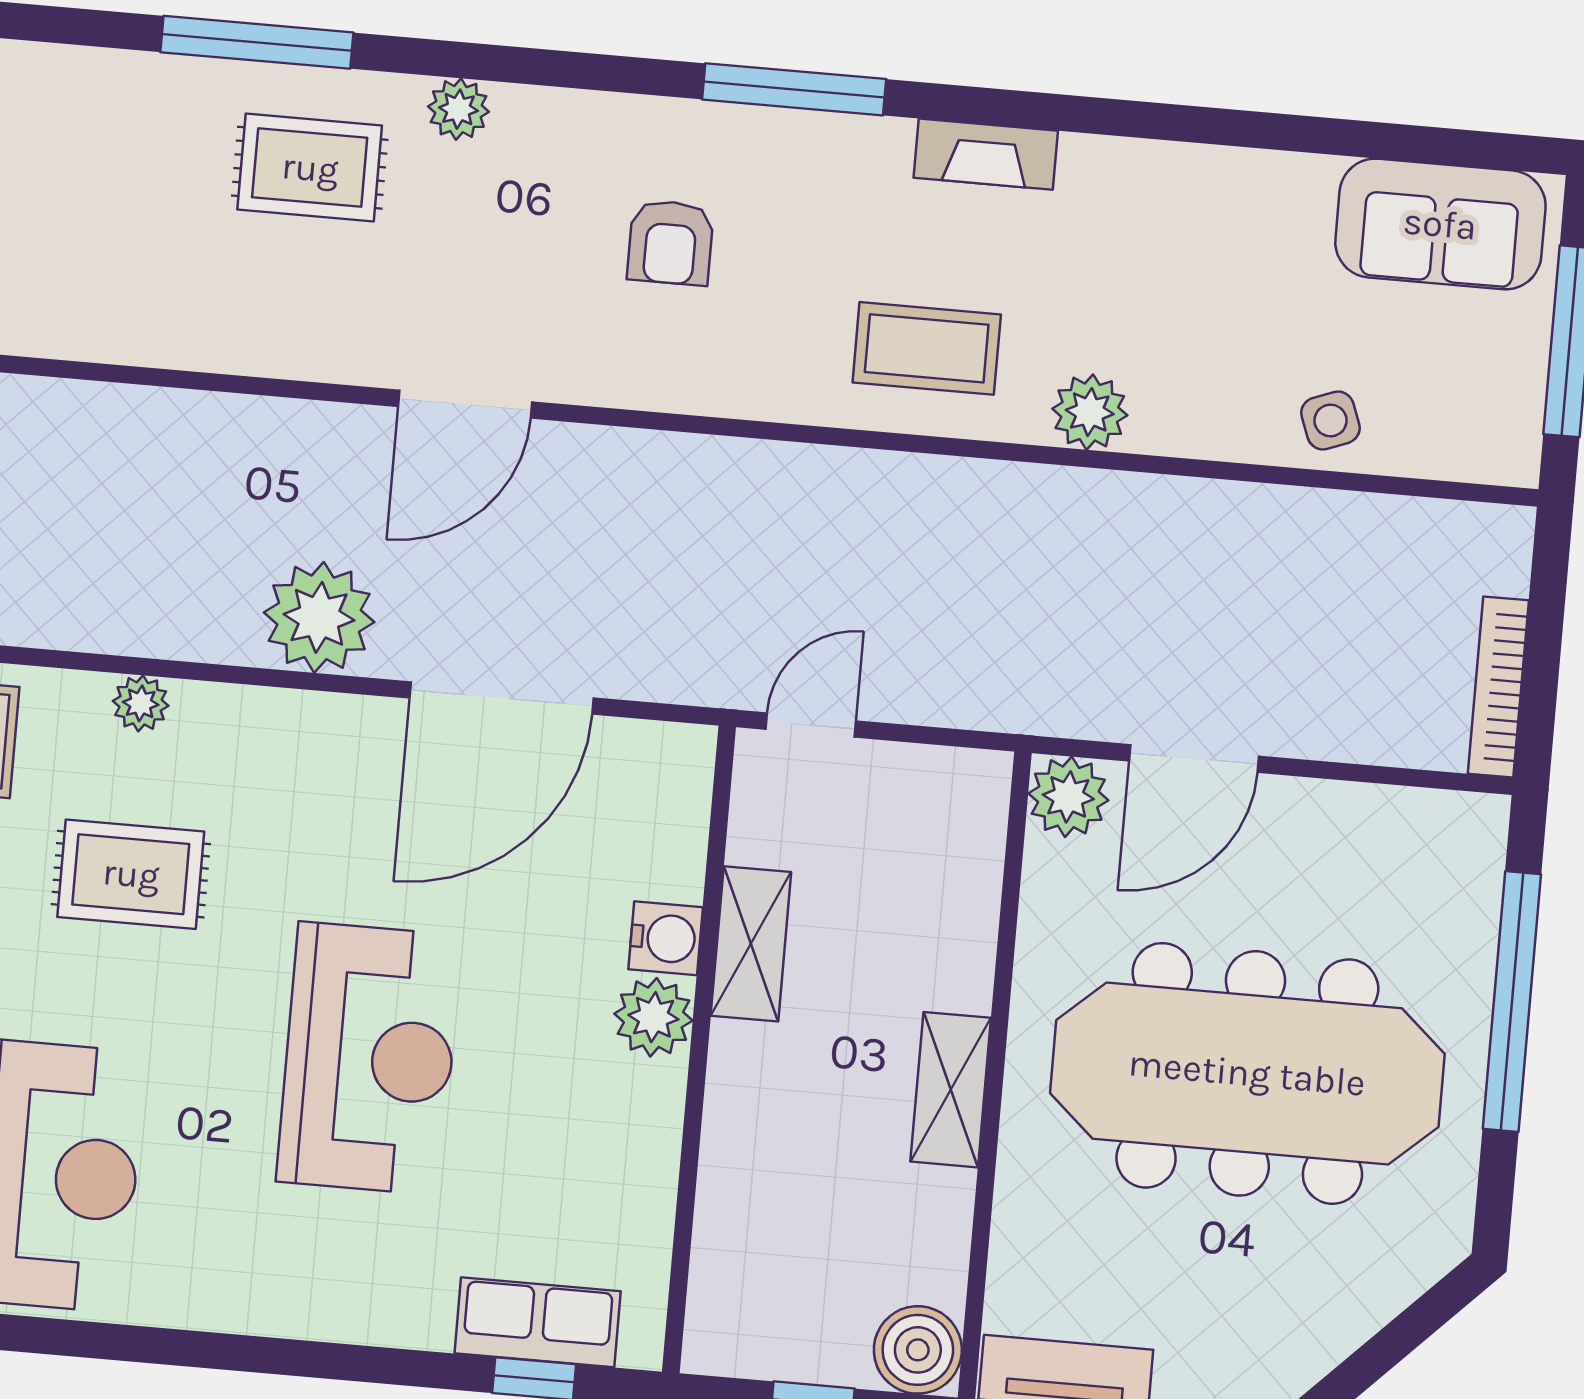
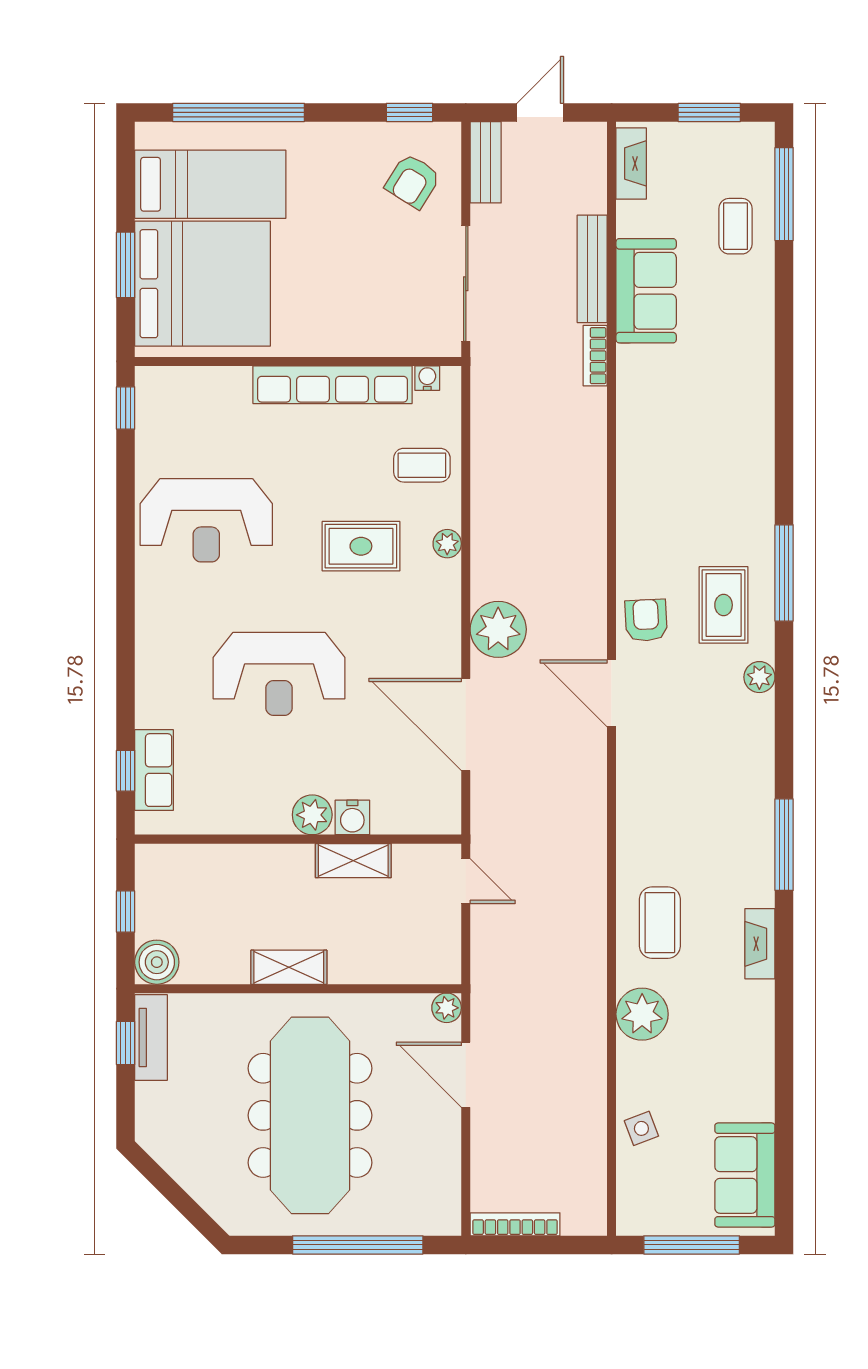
armchair: (670, 242) -> (646, 620), moved, turned 87
plant: (1090, 412) -> (642, 1014), width x1.36, depth x1.36
plant: (1068, 797) -> (447, 1008), width x0.73, depth x0.73
rug: (131, 874) -> (361, 546), turned 90

